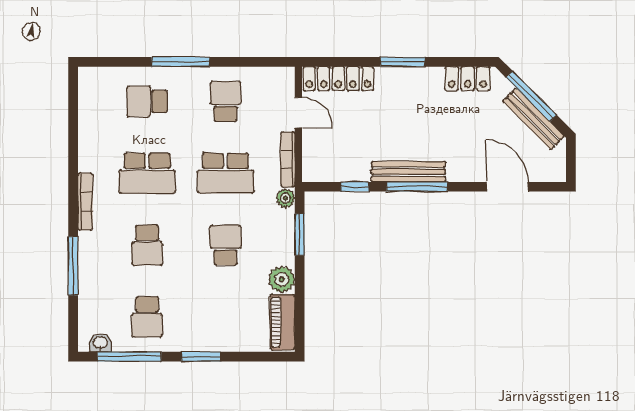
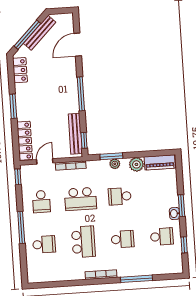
window: (273, 62) -> (18, 177), added
school desk: (147, 101) -> (44, 244), turned -90
school desk: (226, 101) -> (41, 202), turned -90
bench: (408, 172) -> (75, 134), moved
school desk: (226, 173) -> (80, 199), turned 90
window: (355, 187) -> (84, 140), moved
plant: (286, 198) -> (115, 164), moved
washbasin: (100, 343) -> (175, 214), moved
window: (129, 357) -> (184, 245), width x0.46

